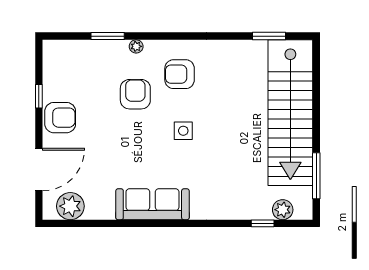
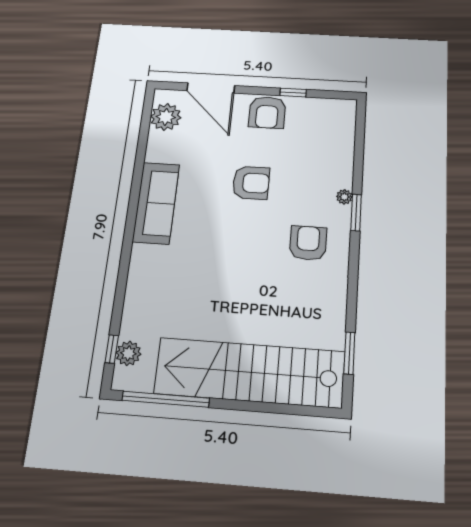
window: (108, 36) -> (356, 213), moved
armchair: (135, 94) -> (251, 183), moved
side table: (183, 131) -> (239, 243), removed
window: (316, 176) -> (166, 399), width x1.46
window: (263, 223) -> (112, 349), moved

